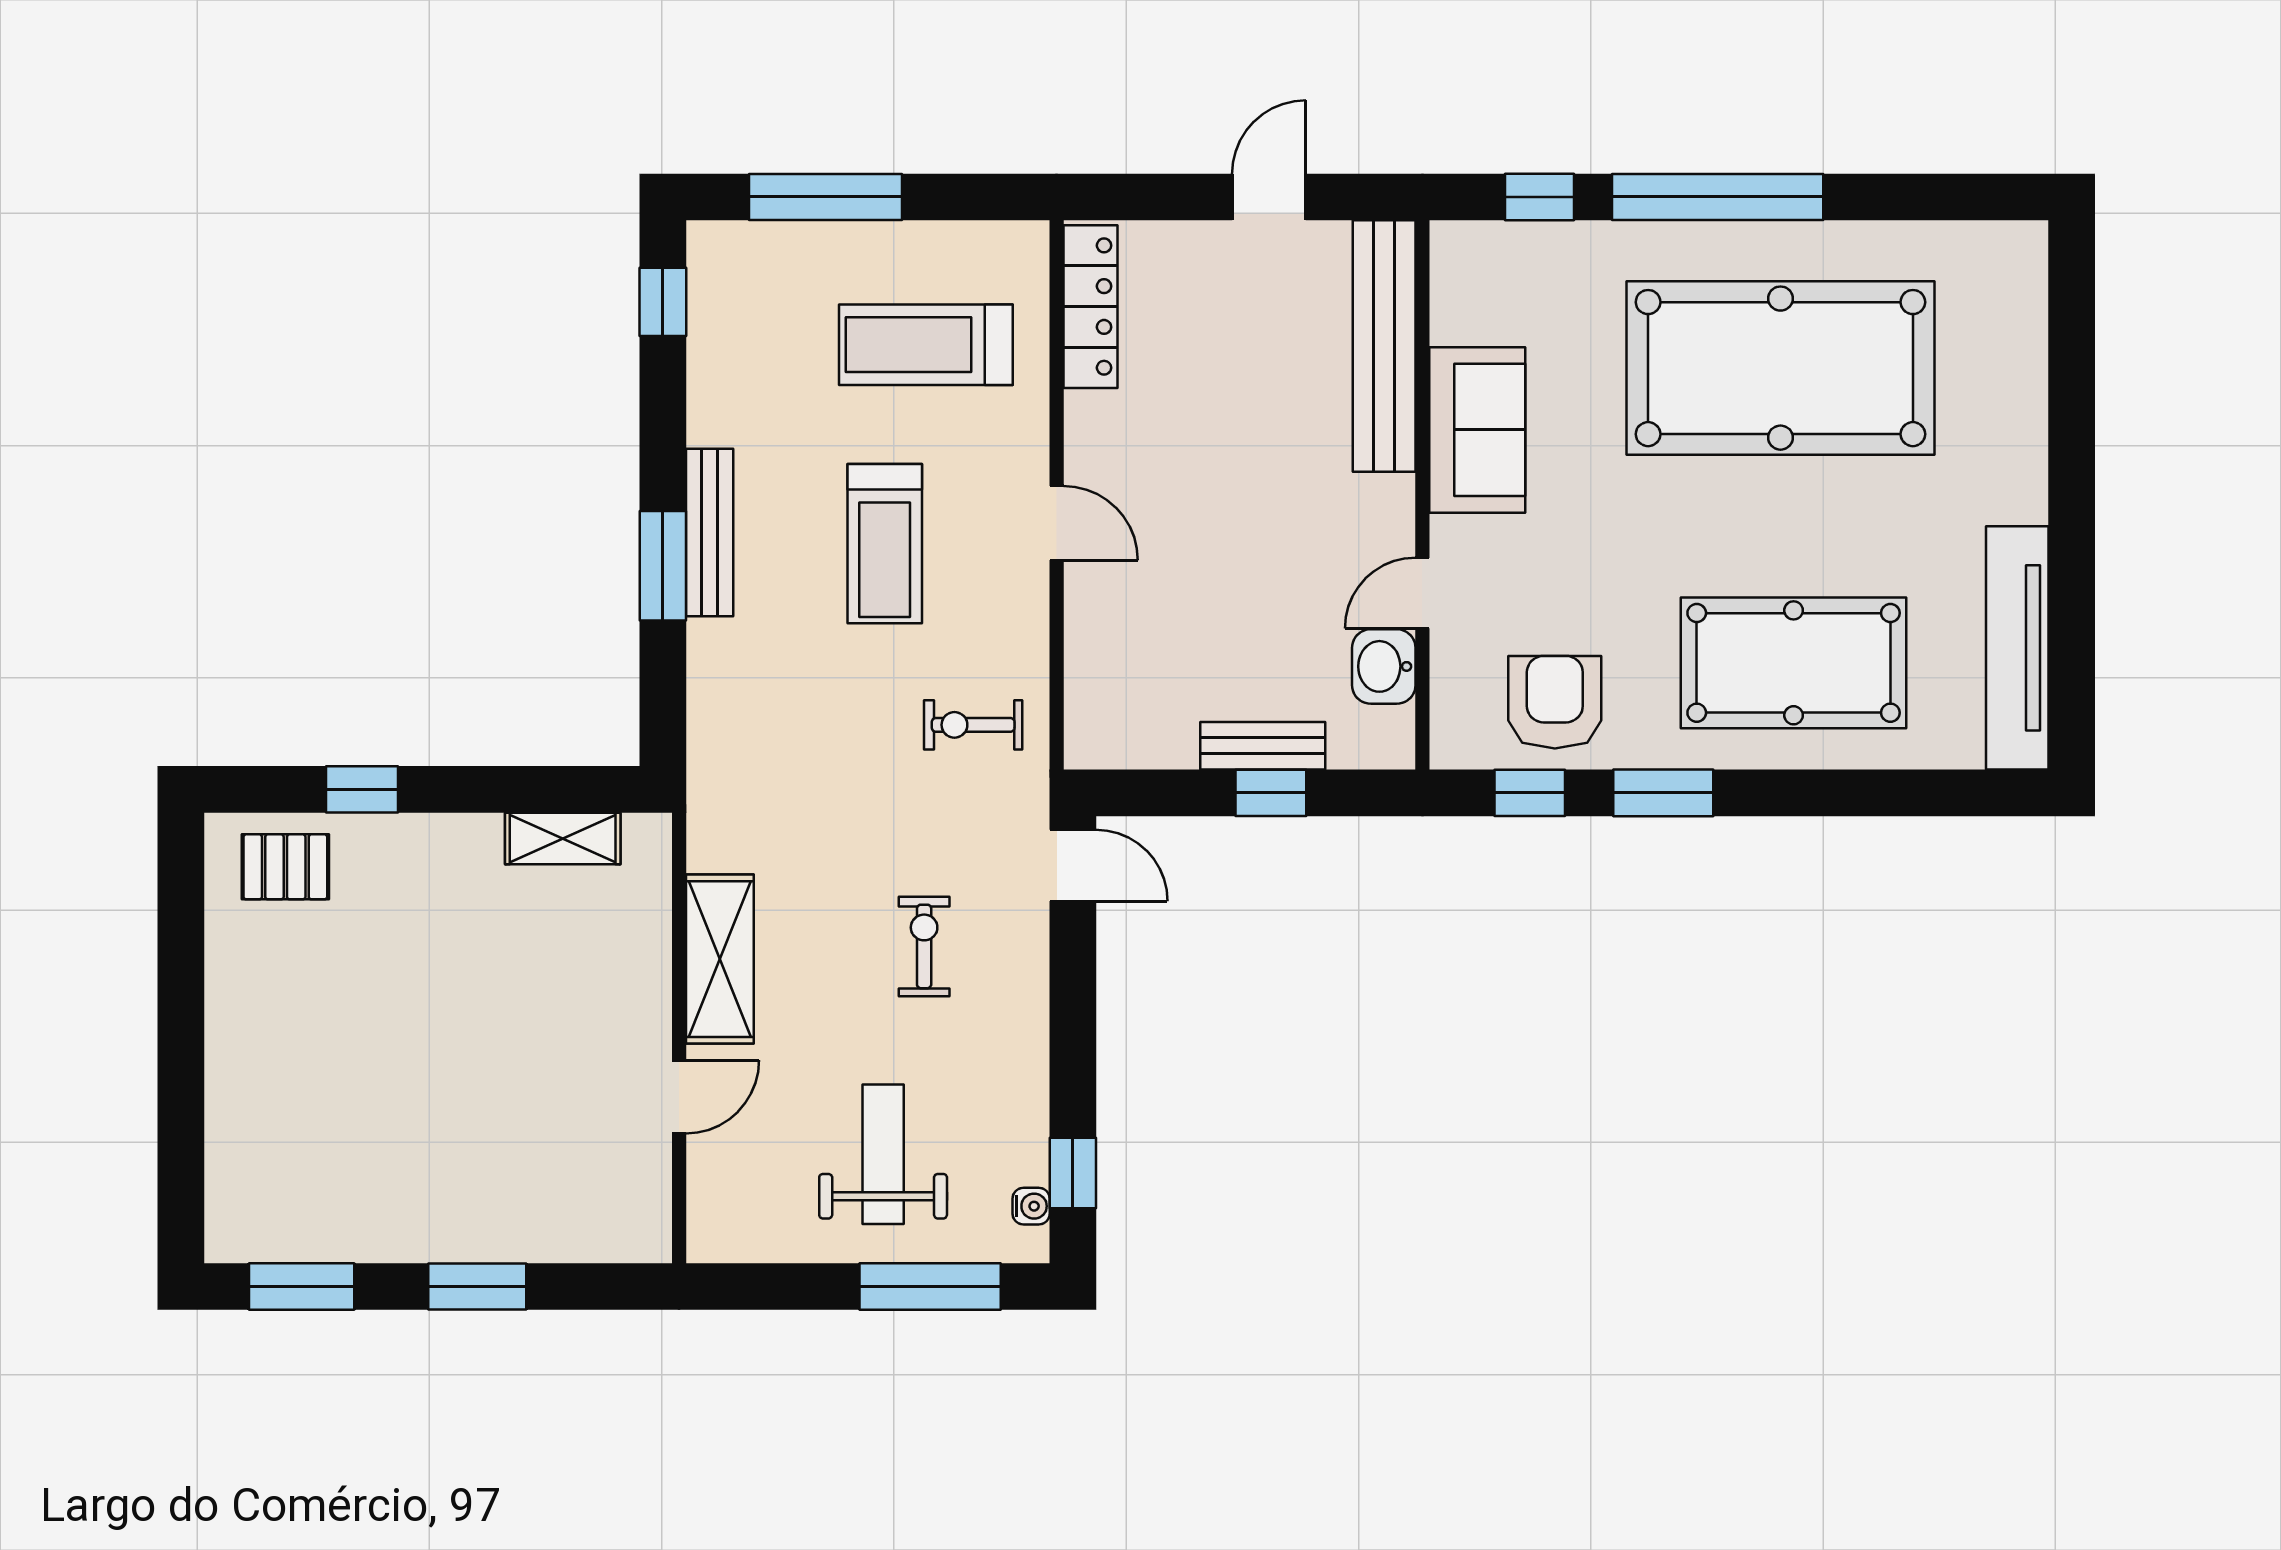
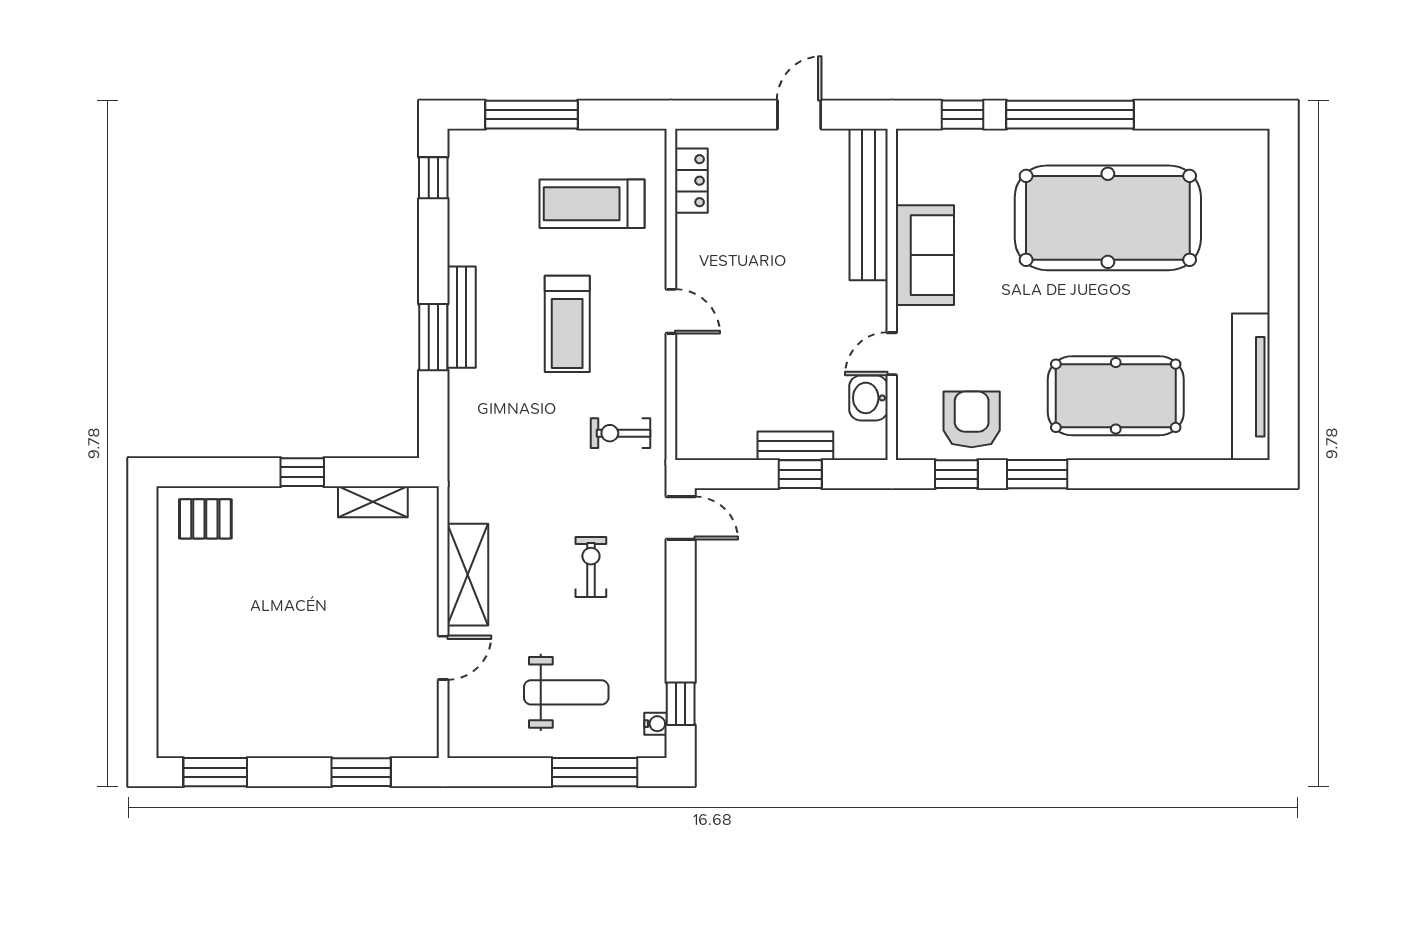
locker: (1091, 307) -> (691, 181), width x0.66
window: (362, 789) -> (302, 472), moved
weight bench: (883, 1154) -> (566, 692), turned 90
window: (477, 1286) -> (361, 772), moved

